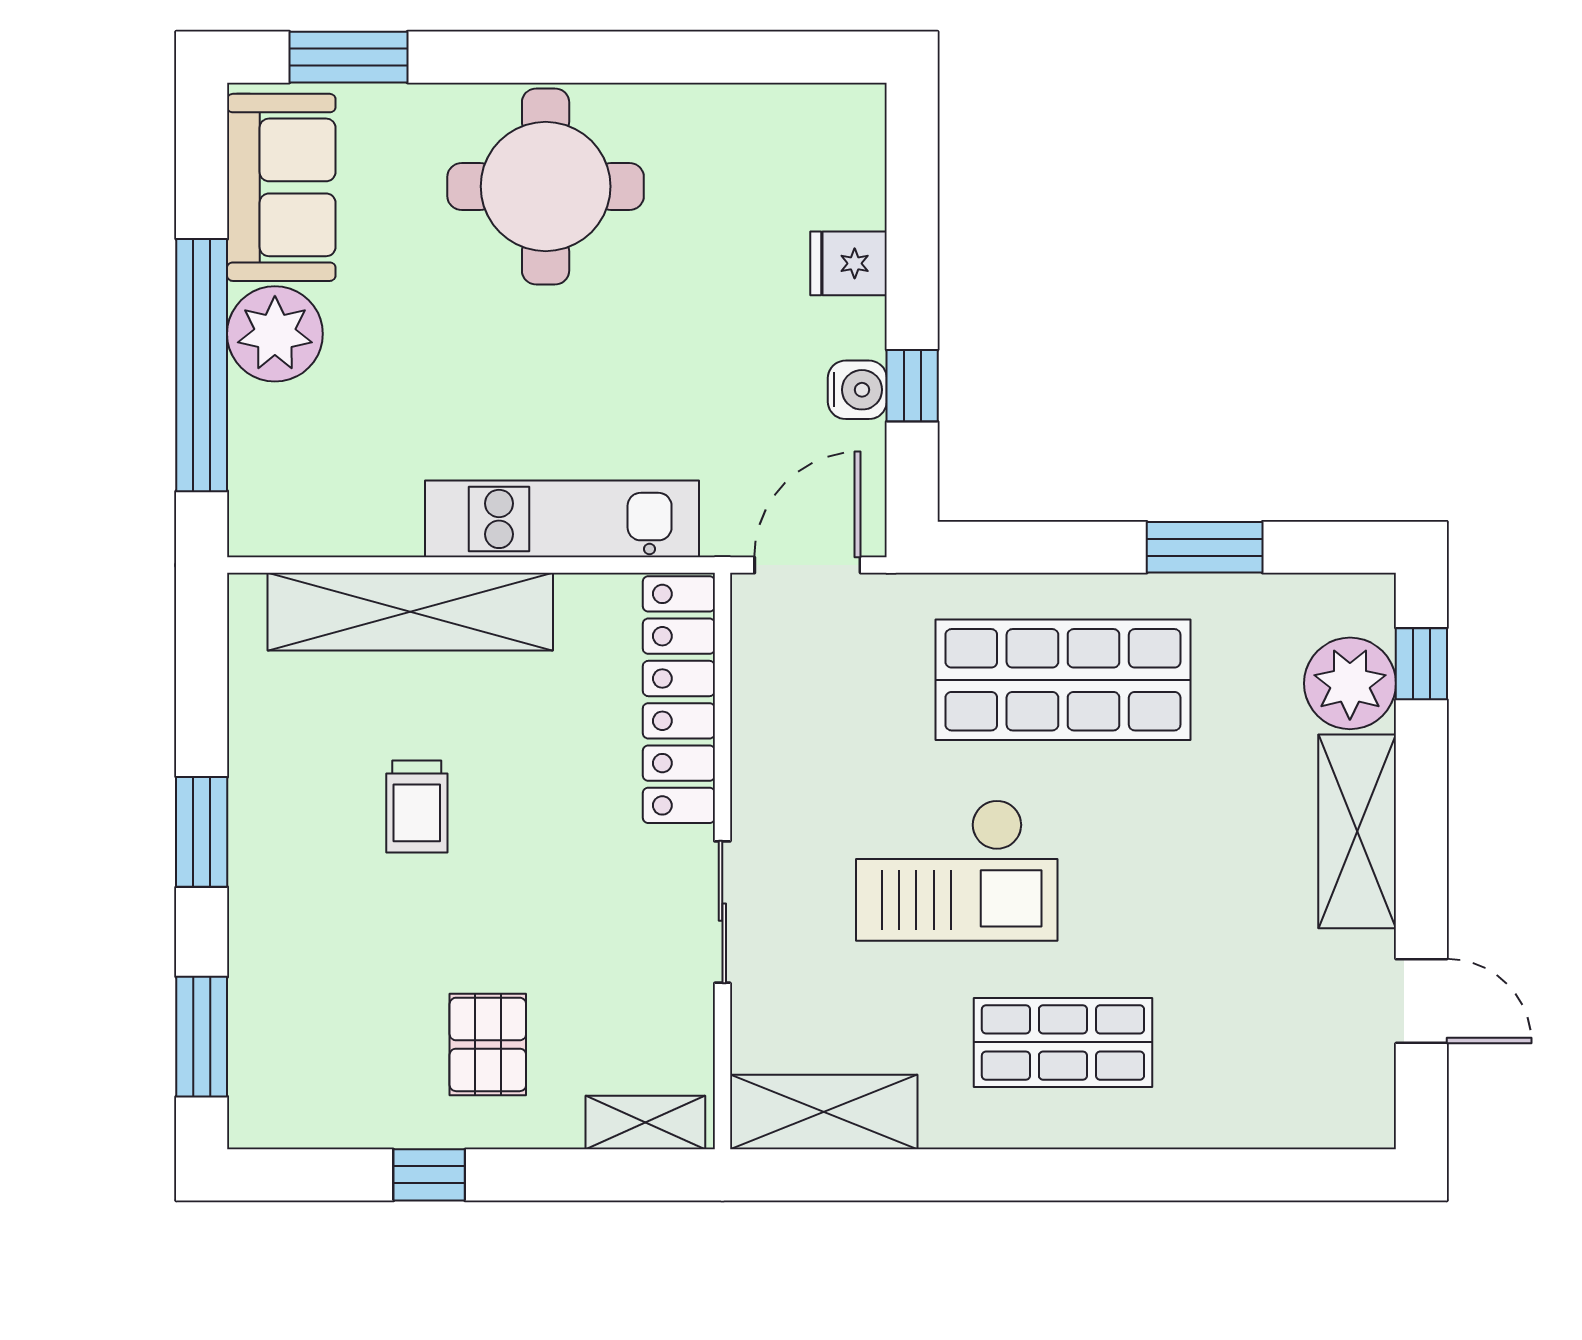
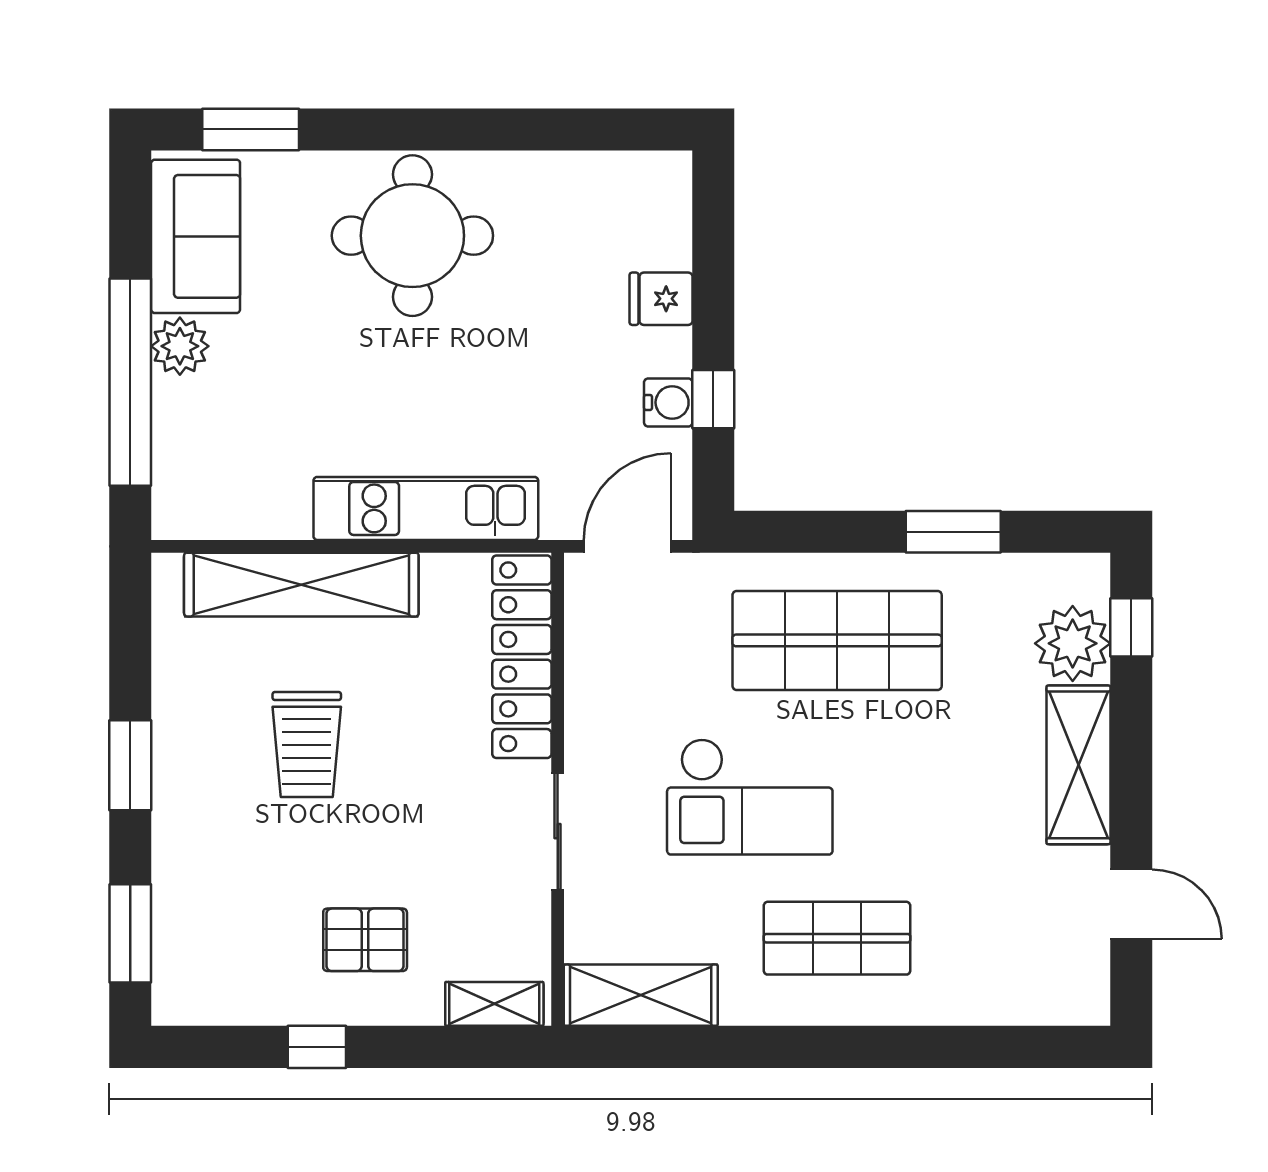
plant: (275, 334) -> (180, 346), width x0.73, depth x0.73
trolley: (417, 806) -> (307, 744), width x1.36, depth x1.39
pallet: (488, 1044) -> (365, 940), turned 90

